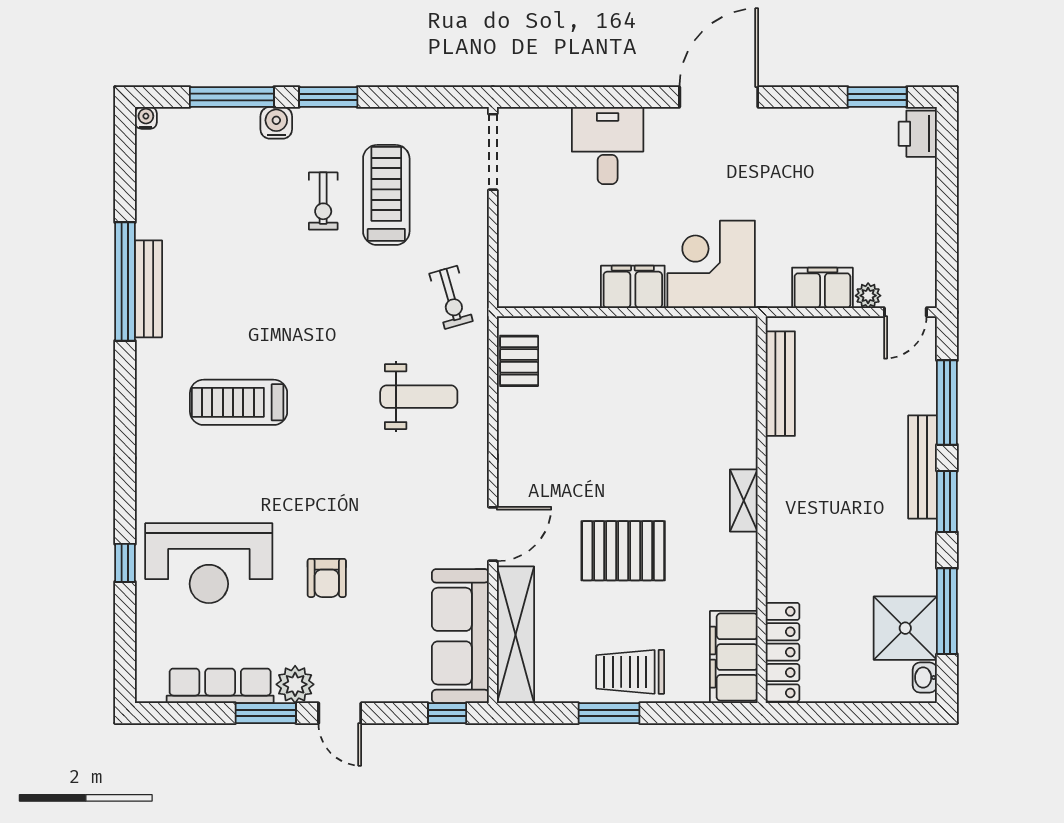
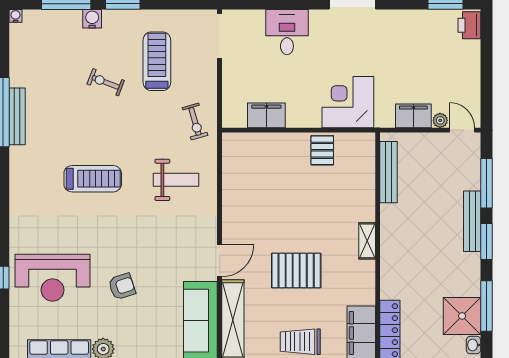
exercise bike: (323, 201) -> (106, 82), moved, turned 111
filing cabinet: (633, 287) -> (266, 115), moved
door: (905, 312) -> (462, 130), swing flipped
pallet: (519, 361) -> (322, 150), moved
treadmill: (239, 402) -> (93, 179), moved, turned 180
armchair: (327, 578) -> (122, 286), turned -108

